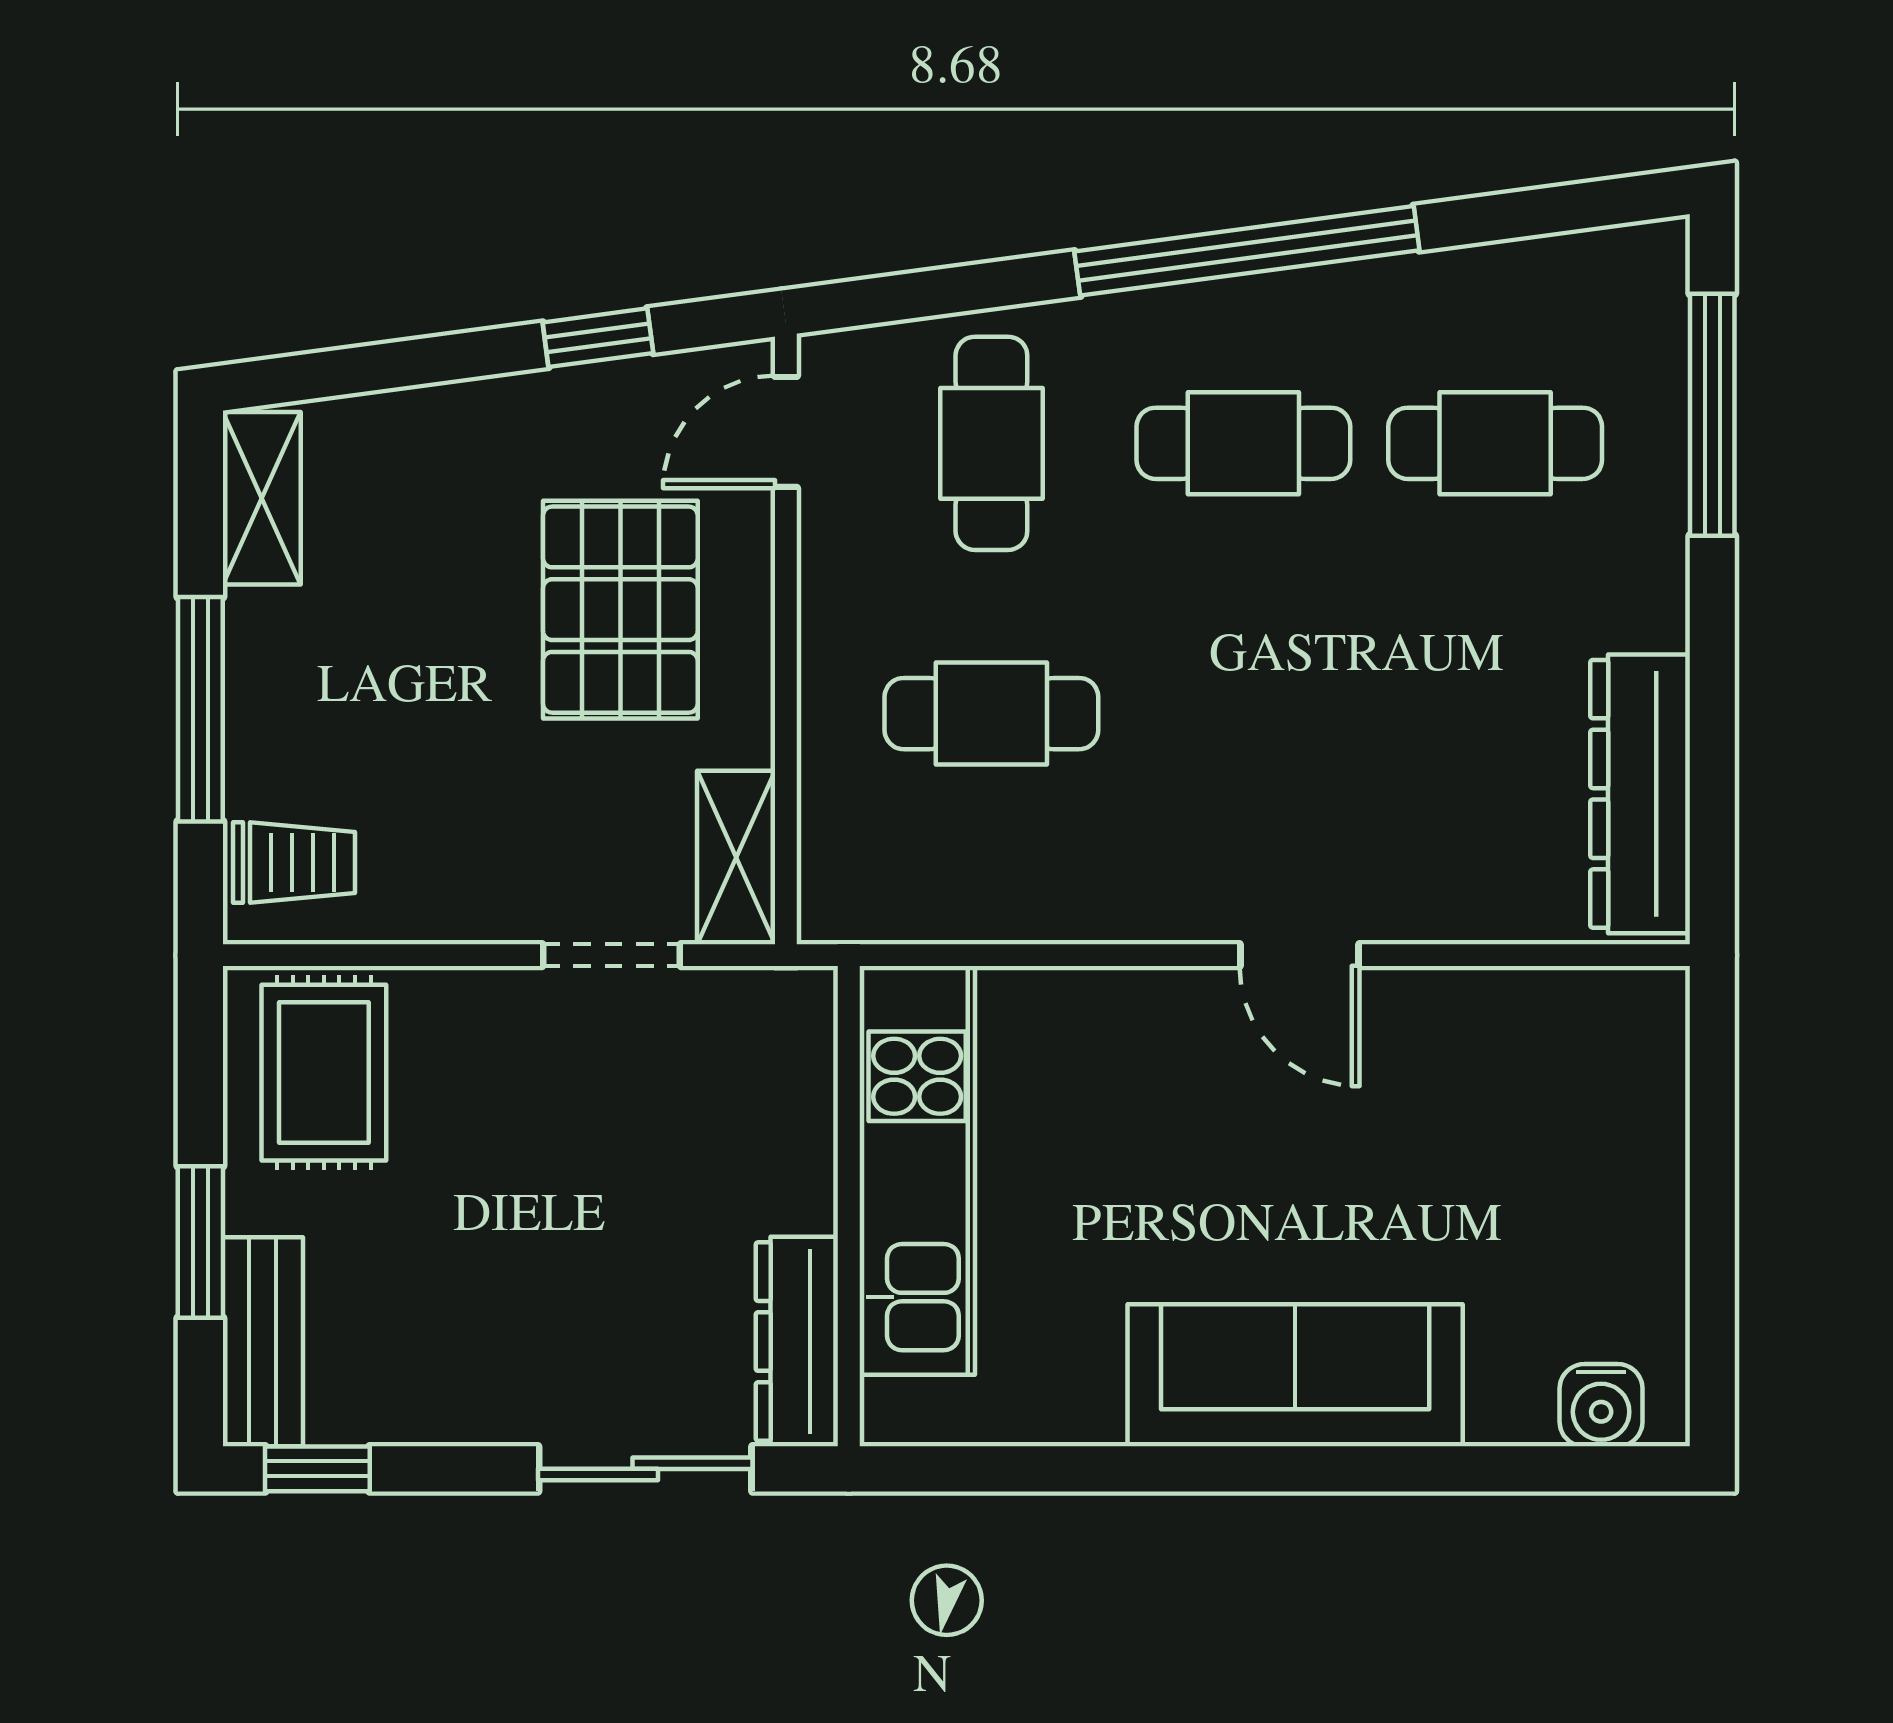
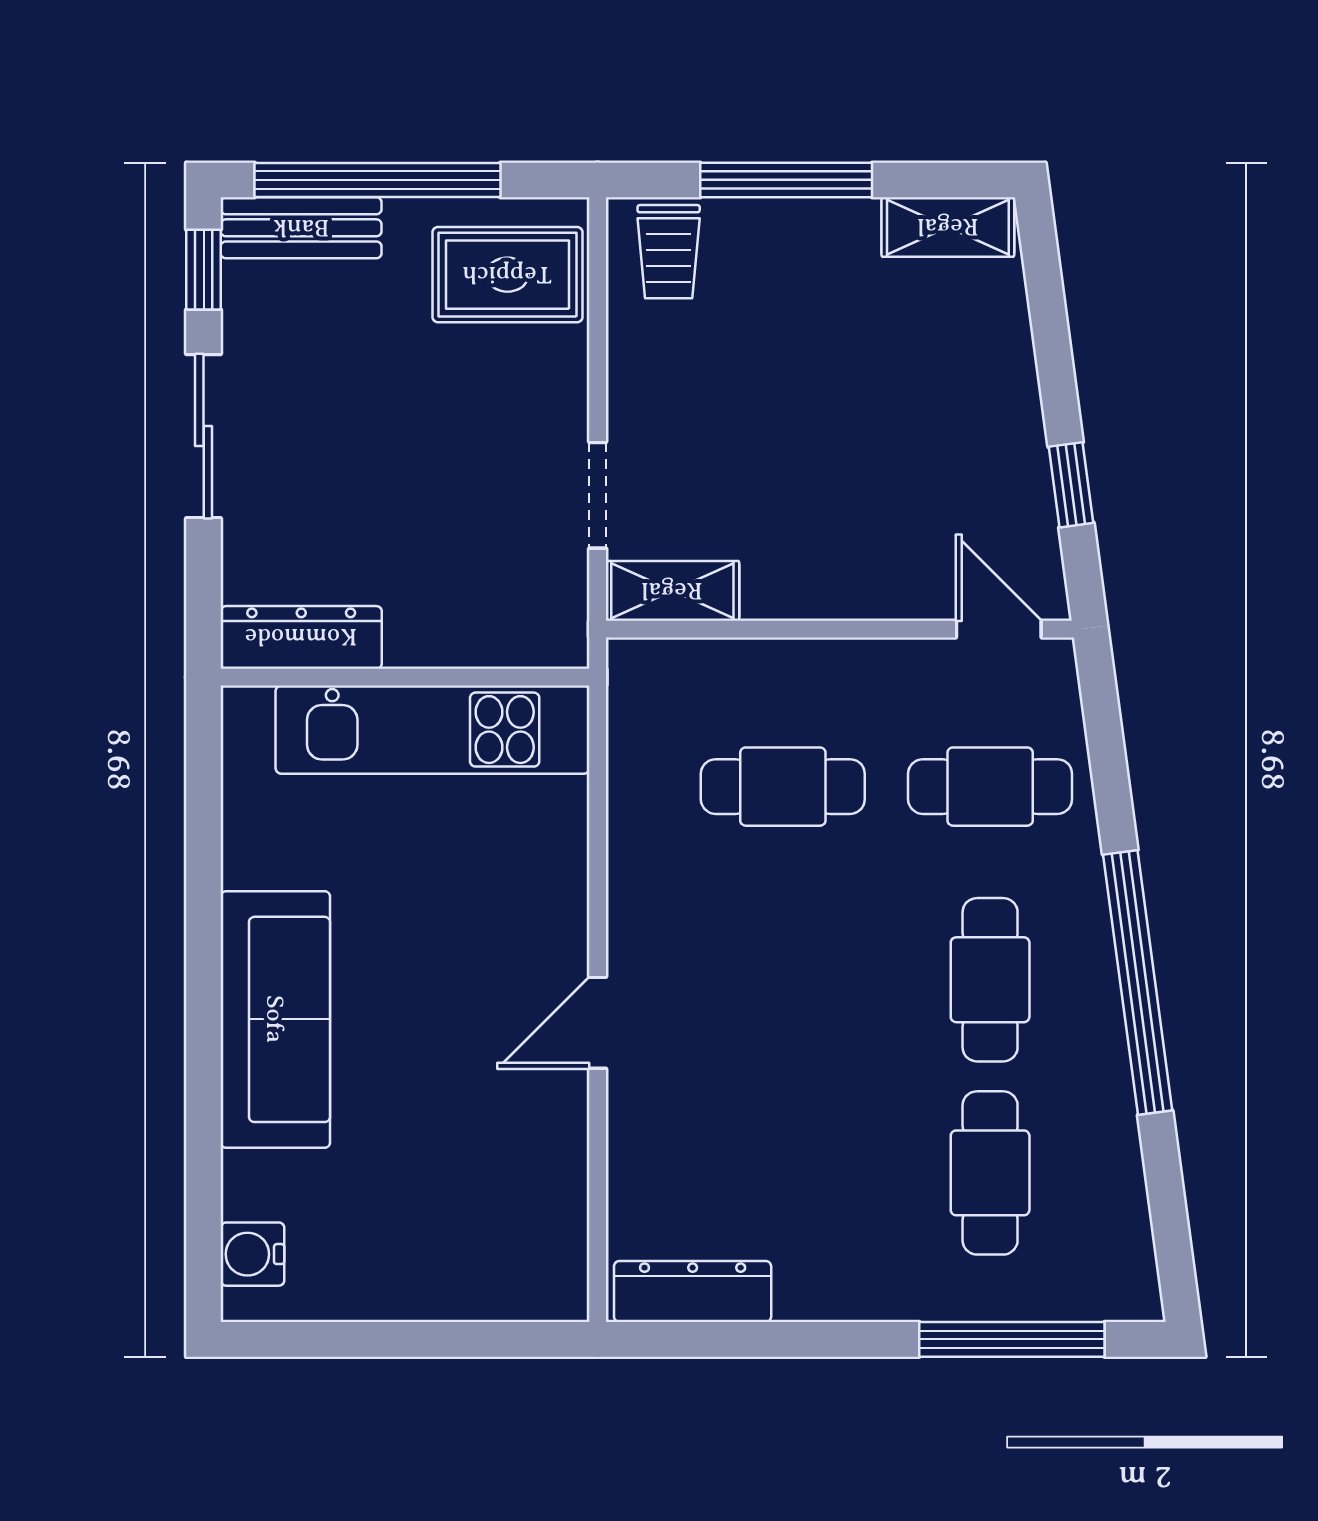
pallet: (620, 610) -> (862, 502), removed
cafe table: (991, 714) -> (783, 787), turned 90
dresser: (1640, 794) -> (693, 1292), width x0.73, depth x0.80
window: (200, 1242) -> (378, 180), width x2.11
sliding door: (645, 1469) -> (204, 436), moved

